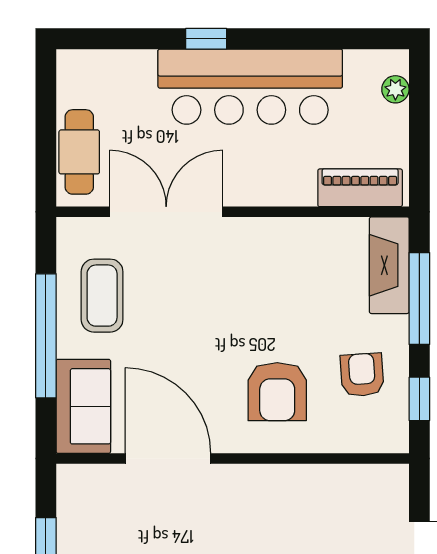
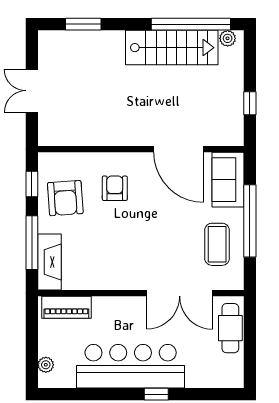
armchair: (362, 375) -> (65, 198), width x1.38, depth x1.38
armchair: (277, 392) -> (115, 188), width x0.72, depth x0.72

